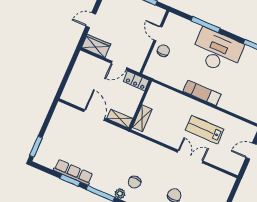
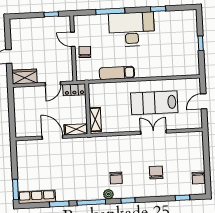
exam couch: (202, 93) -> (117, 73), moved
lab bench: (205, 130) -> (154, 103), width x1.36, depth x1.39
row of seats: (73, 172) -> (37, 197), moved

